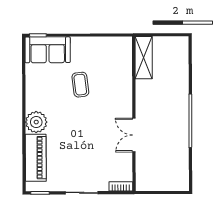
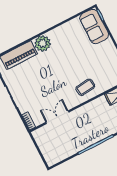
coffee table: (80, 85) -> (85, 87), moved
double door: (134, 135) -> (57, 117), moved

